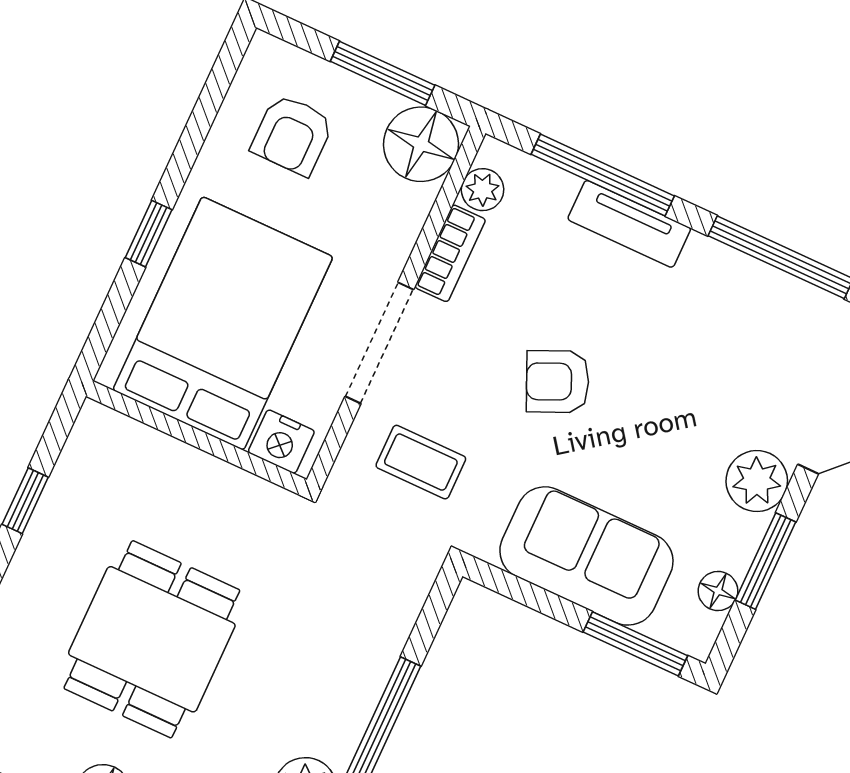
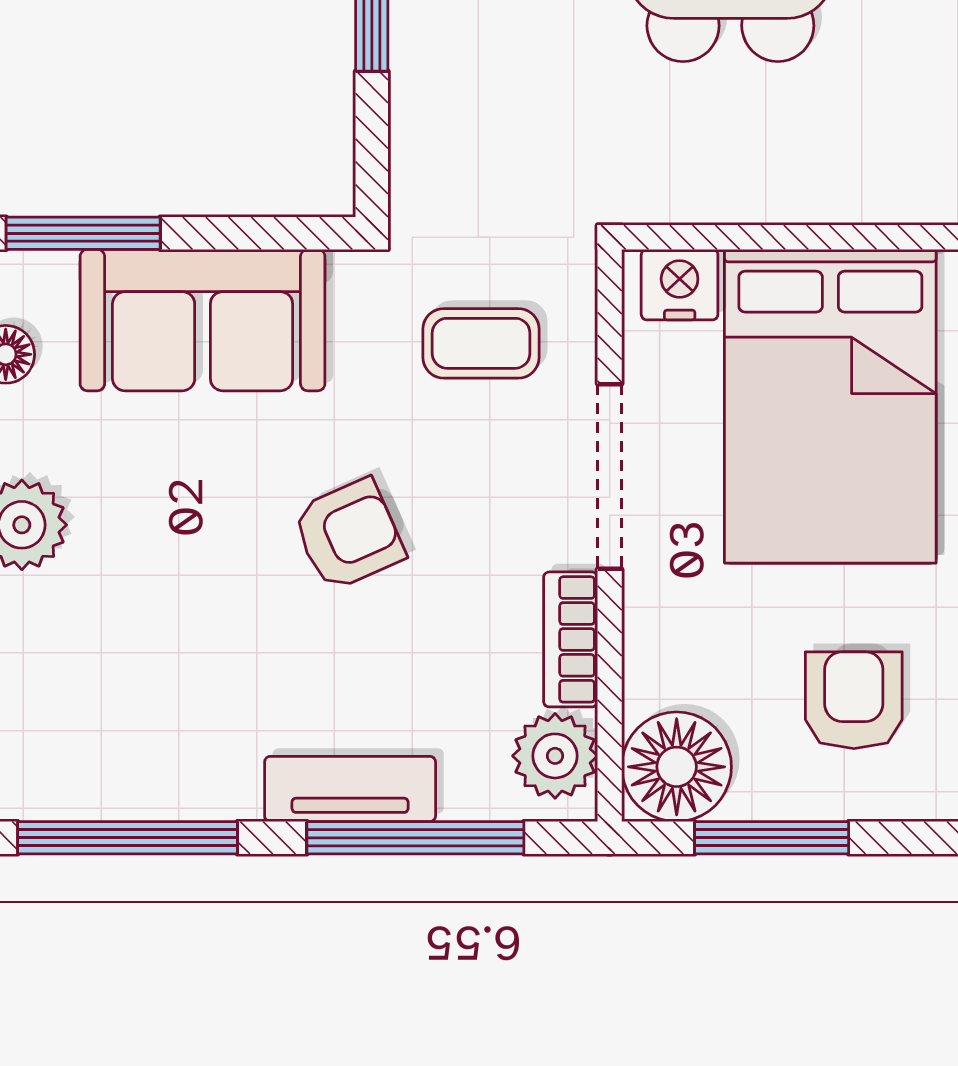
plant: (483, 190) -> (555, 756), width x1.38, depth x1.38

